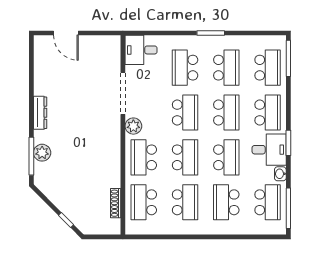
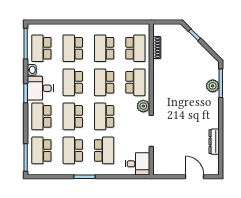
dresser: (40, 113) -> (214, 142), moved
school desk: (226, 202) -> (73, 48), turned 180

